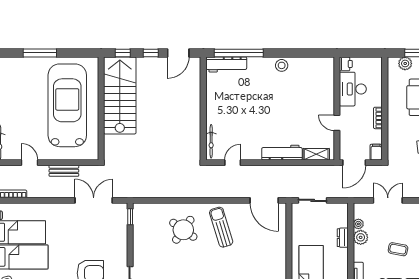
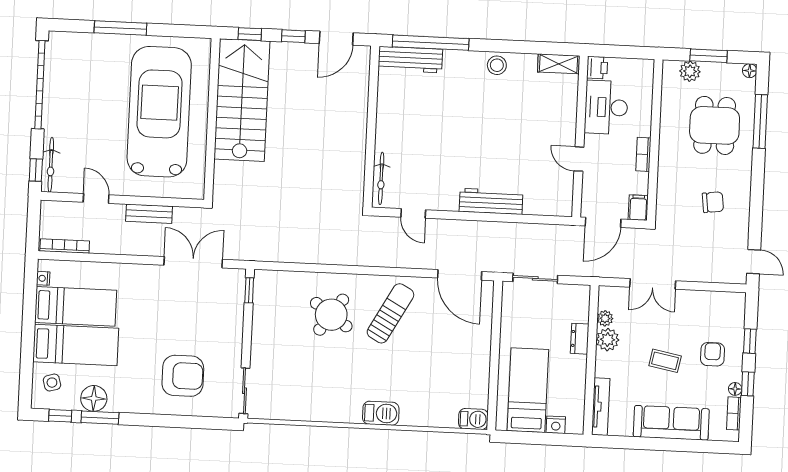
shelving: (316, 154) -> (559, 64), moved
door: (233, 163) -> (413, 213), swing flipped
double door: (388, 200) -> (653, 284), swing flipped
sun lounger: (221, 227) -> (390, 313), turned 46

